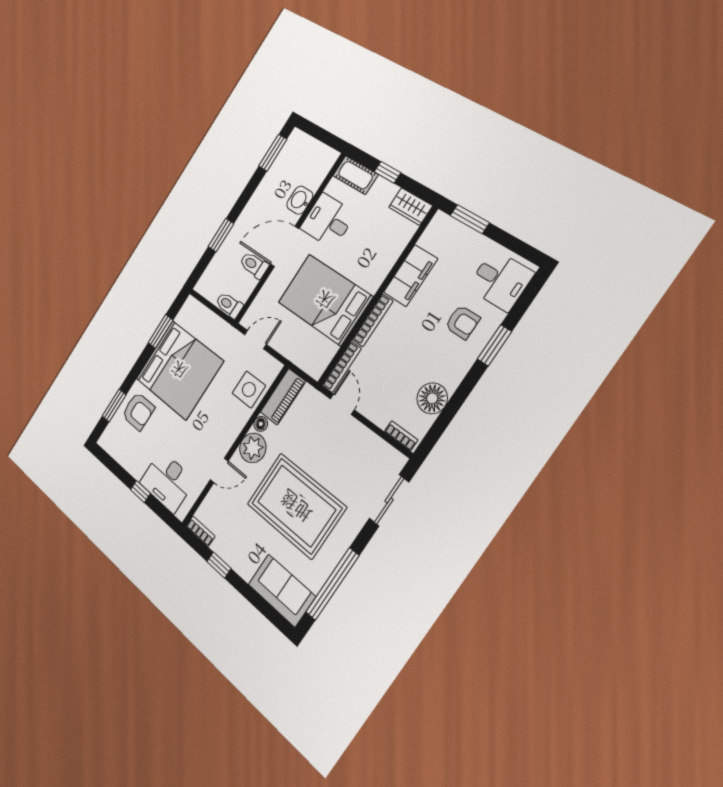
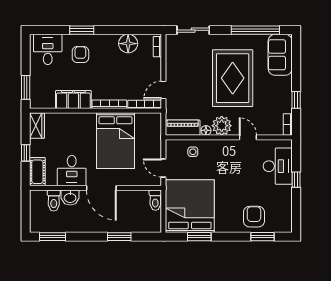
toilet: (254, 265) -> (54, 201), moved
bed: (179, 370) -> (190, 206), moved
side table: (249, 389) -> (193, 152), width x0.54, depth x0.54

